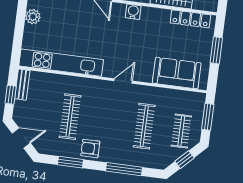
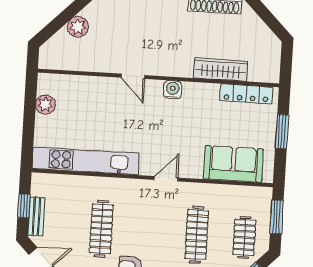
bench: (22, 85) -> (36, 216), moved

